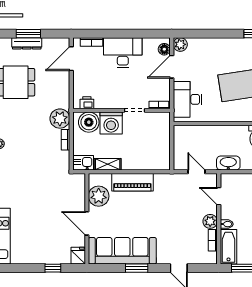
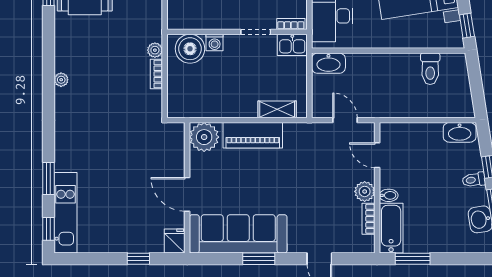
printer: (87, 103) -> (187, 21), removed
plant: (60, 119) -> (155, 50), width x0.53, depth x0.53
washing machine: (111, 123) -> (215, 42), width x0.53, depth x0.53
kitchen sink: (83, 163) -> (292, 45), moved, turned 180
washbasin: (228, 163) -> (328, 63), moved, turned 180
shelving: (108, 164) -> (277, 109), moved
plant: (99, 196) -> (204, 137), moved

